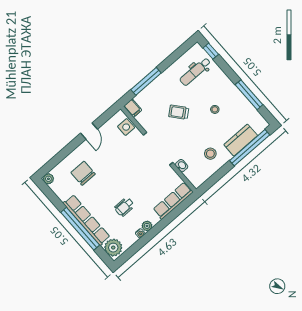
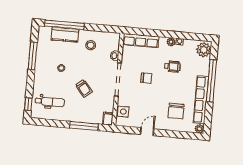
chair: (136, 175) -> (146, 78), added
row of seats: (87, 220) -> (201, 100), moved

